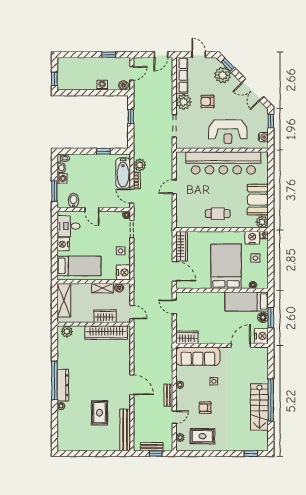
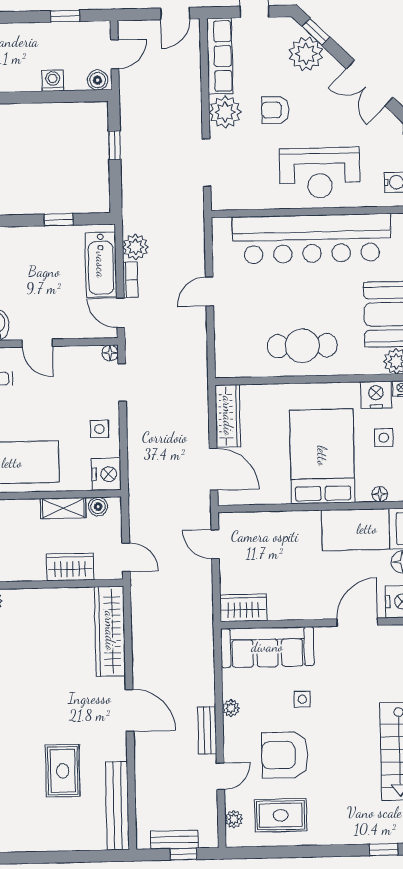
cafe table: (218, 214) -> (302, 346), width x1.37, depth x1.35
wardrobe: (106, 333) -> (110, 631), moved, turned 90
armchair: (205, 408) -> (285, 755), width x1.88, depth x1.88

